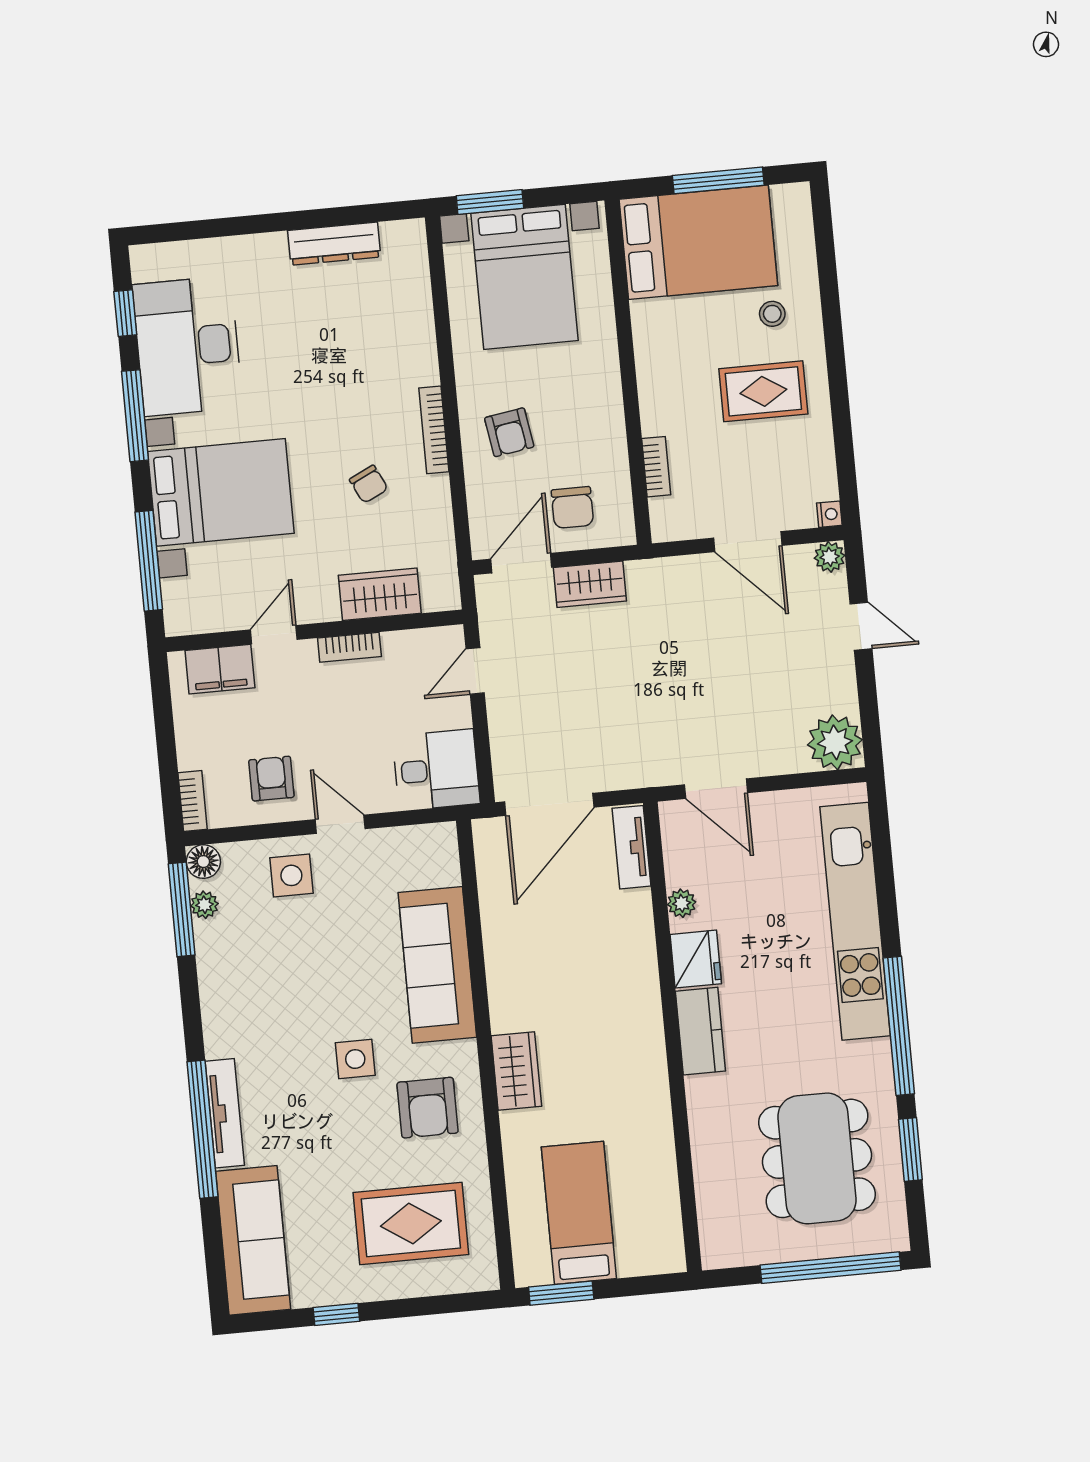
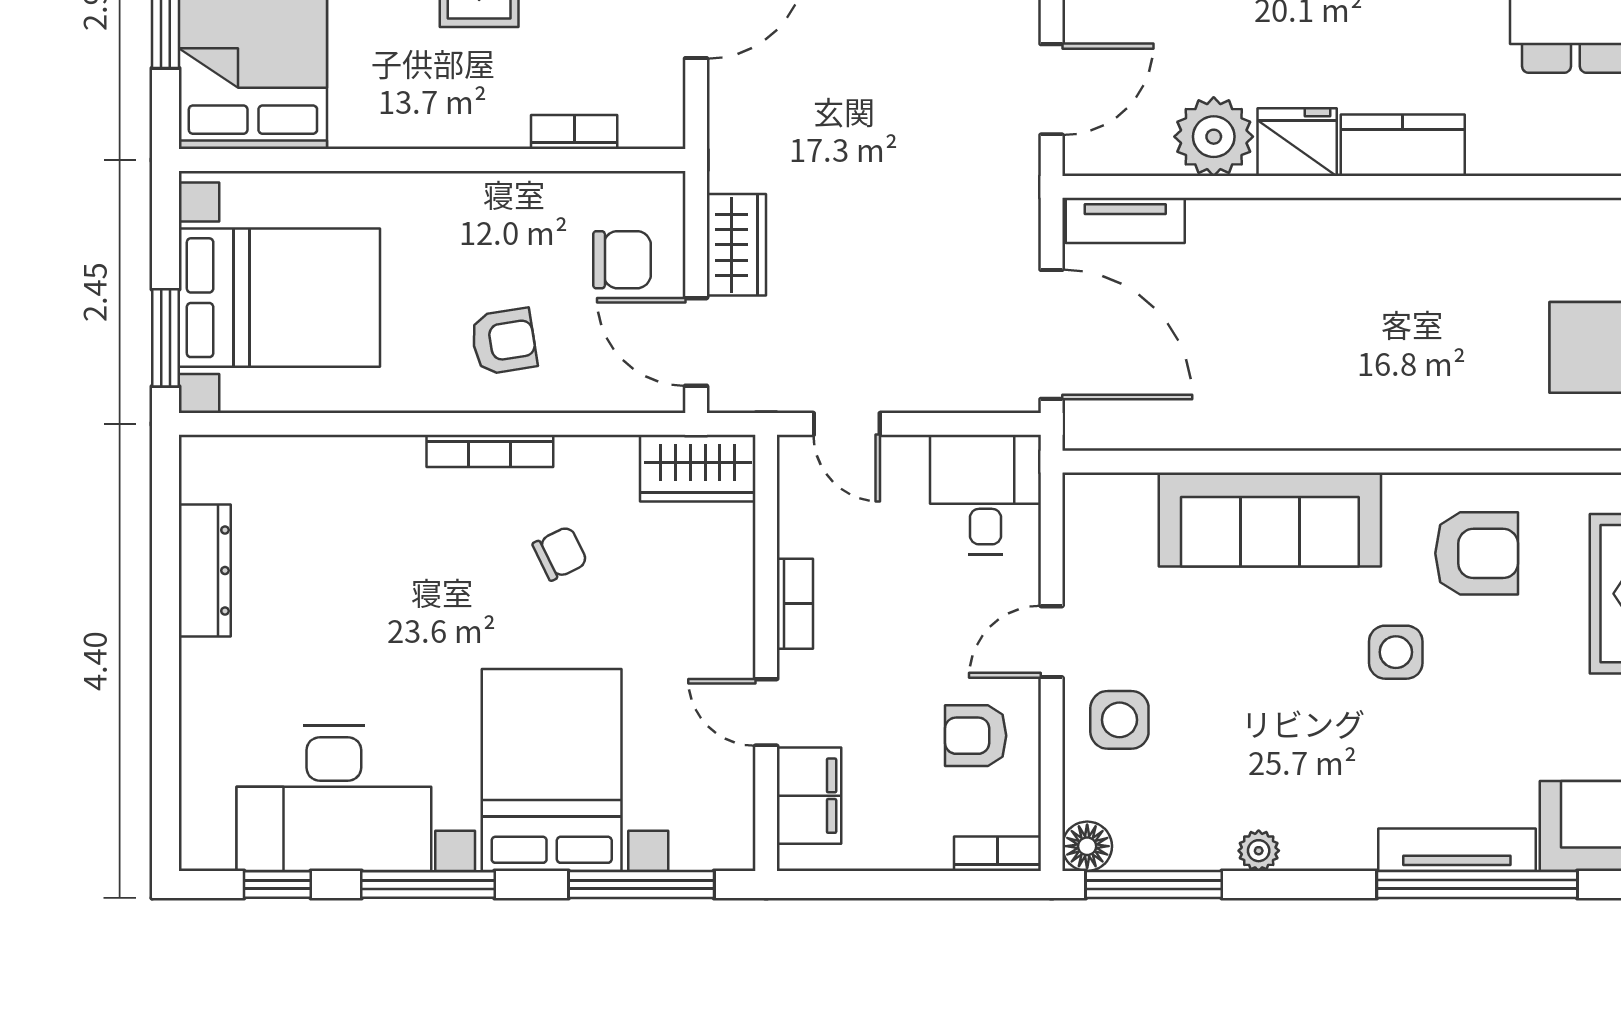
wardrobe: (380, 594) -> (698, 468), moved, turned -90
plant: (682, 903) -> (1214, 137), width x1.87, depth x1.87
plant: (204, 905) -> (1259, 851), moved
wardrobe: (516, 1071) -> (1435, 419), removed

